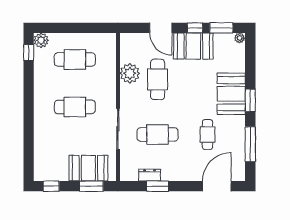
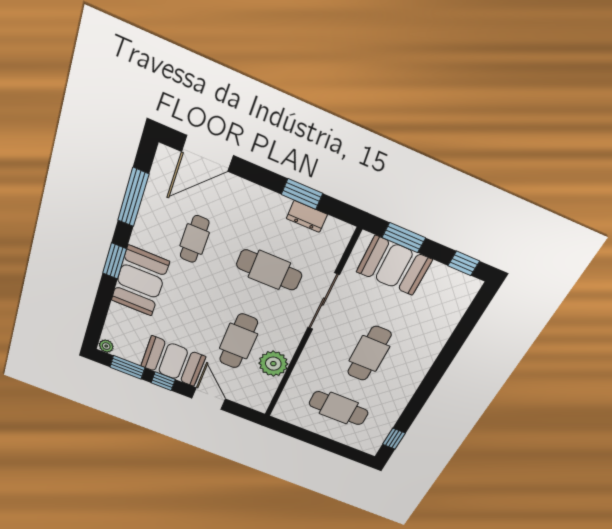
plant: (41, 40) -> (370, 445), removed
cafe table: (75, 107) -> (369, 354), turned 90

